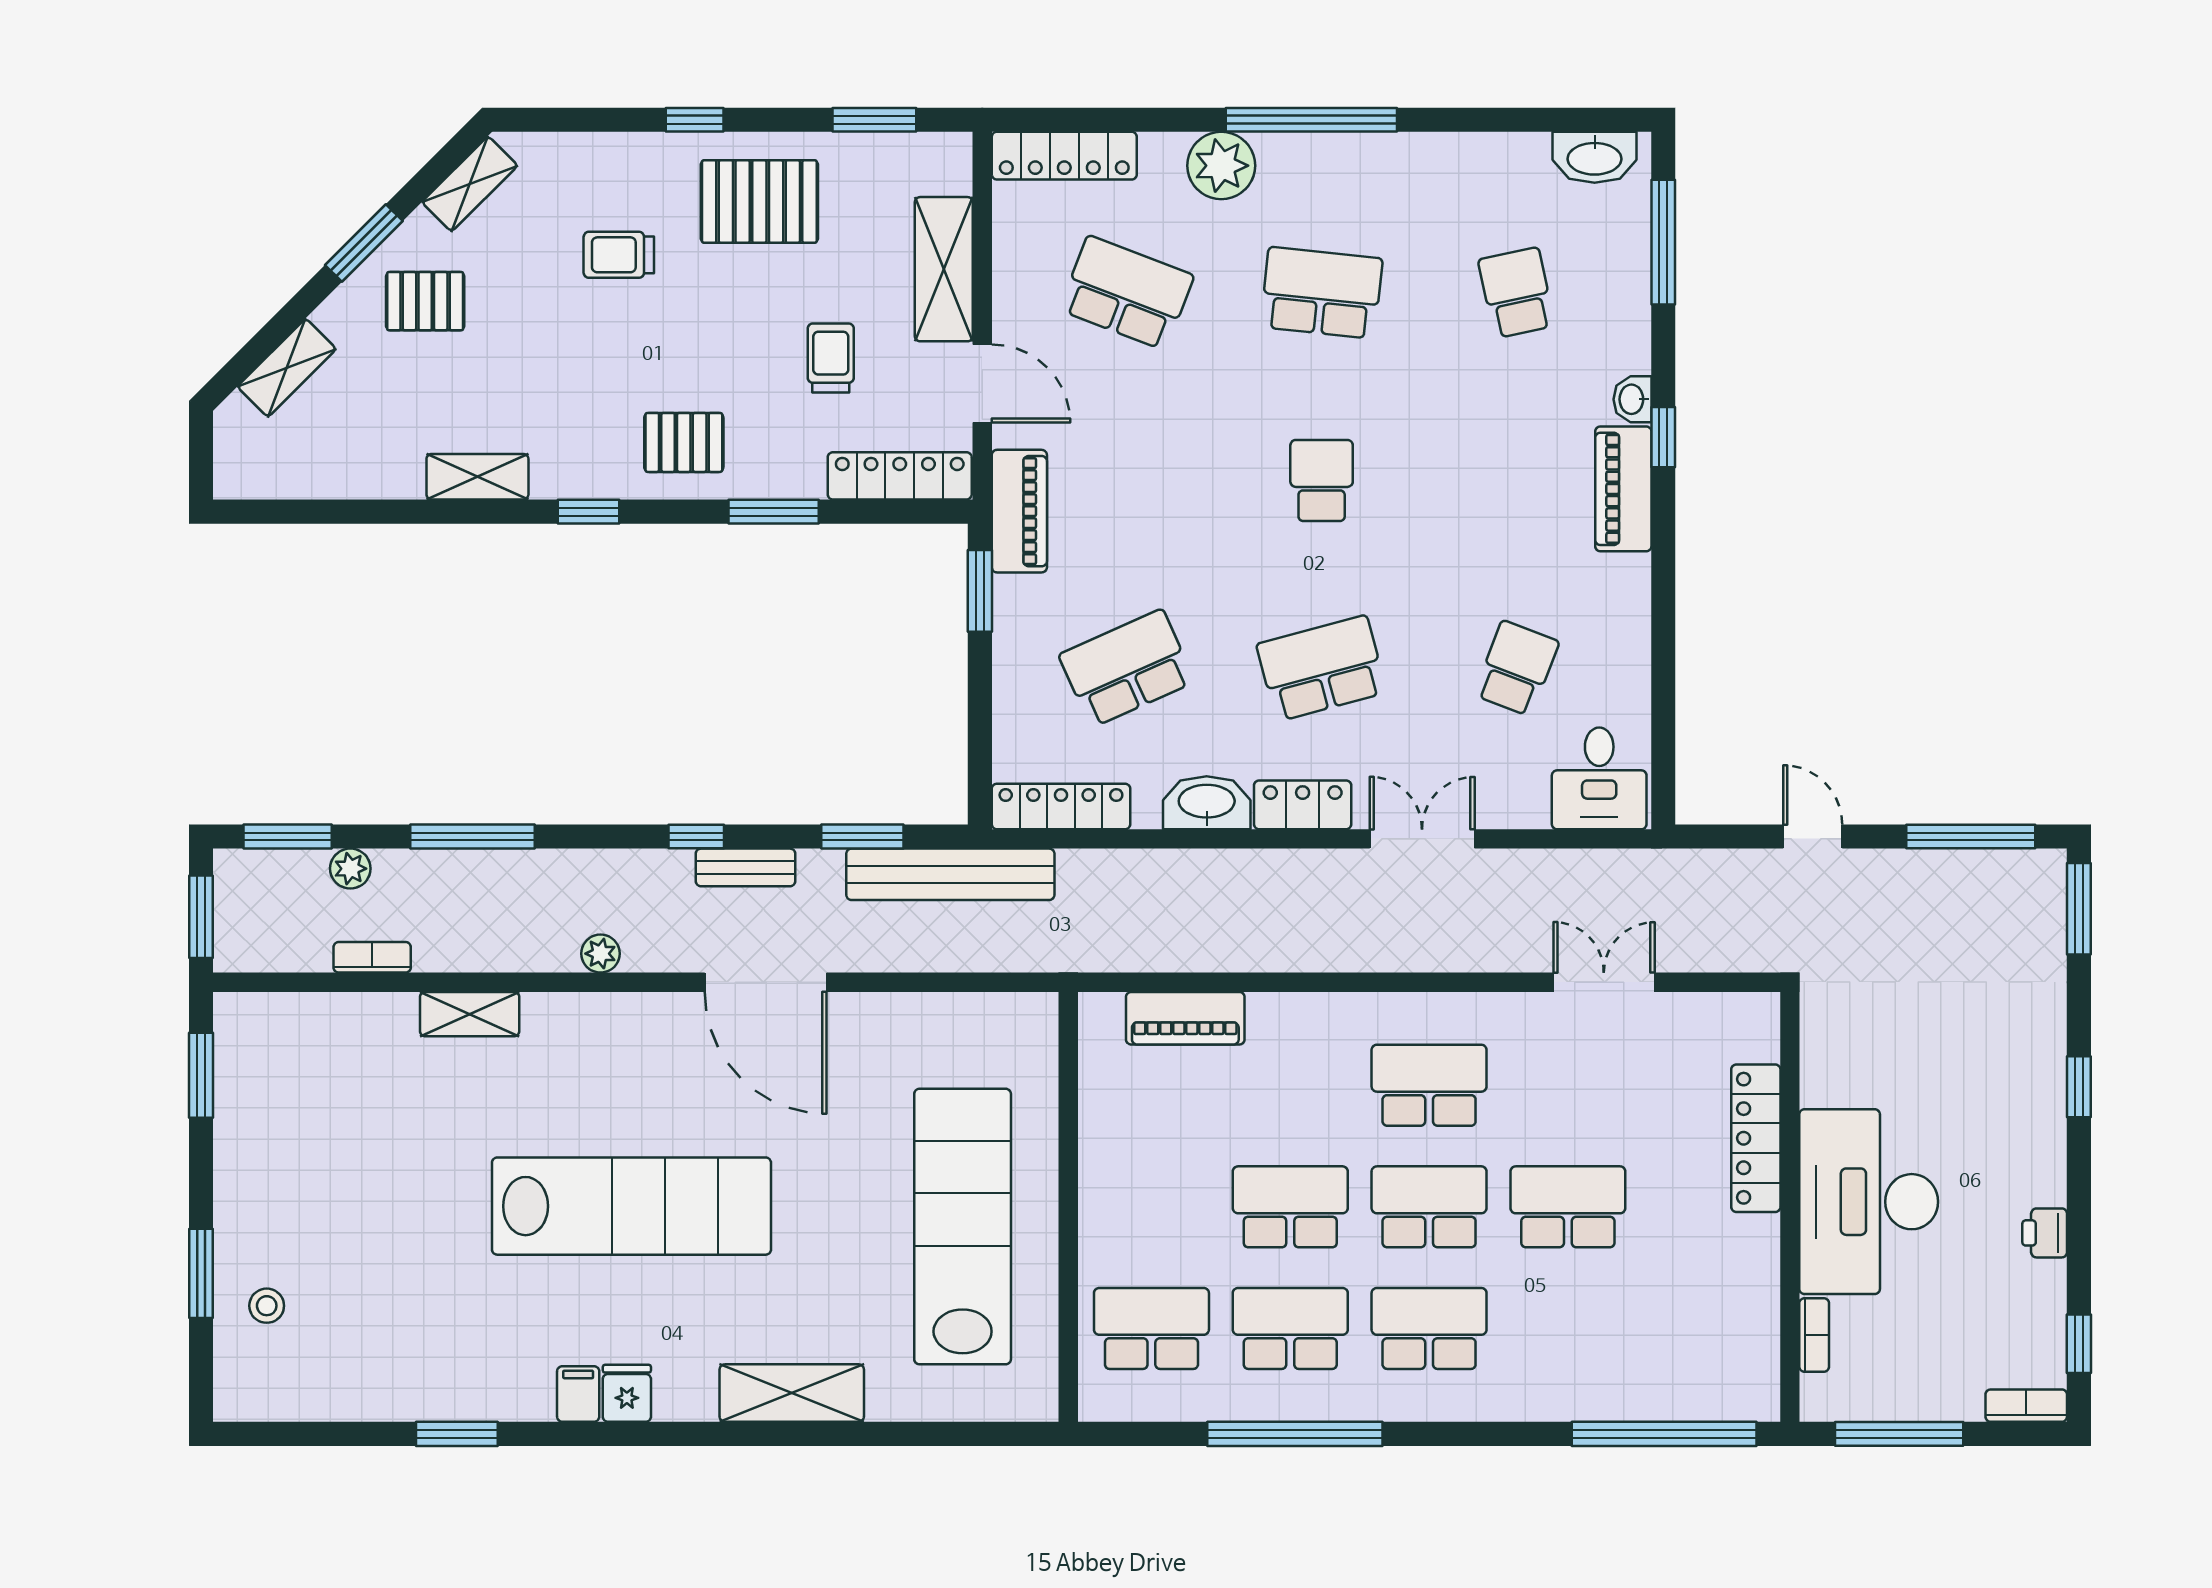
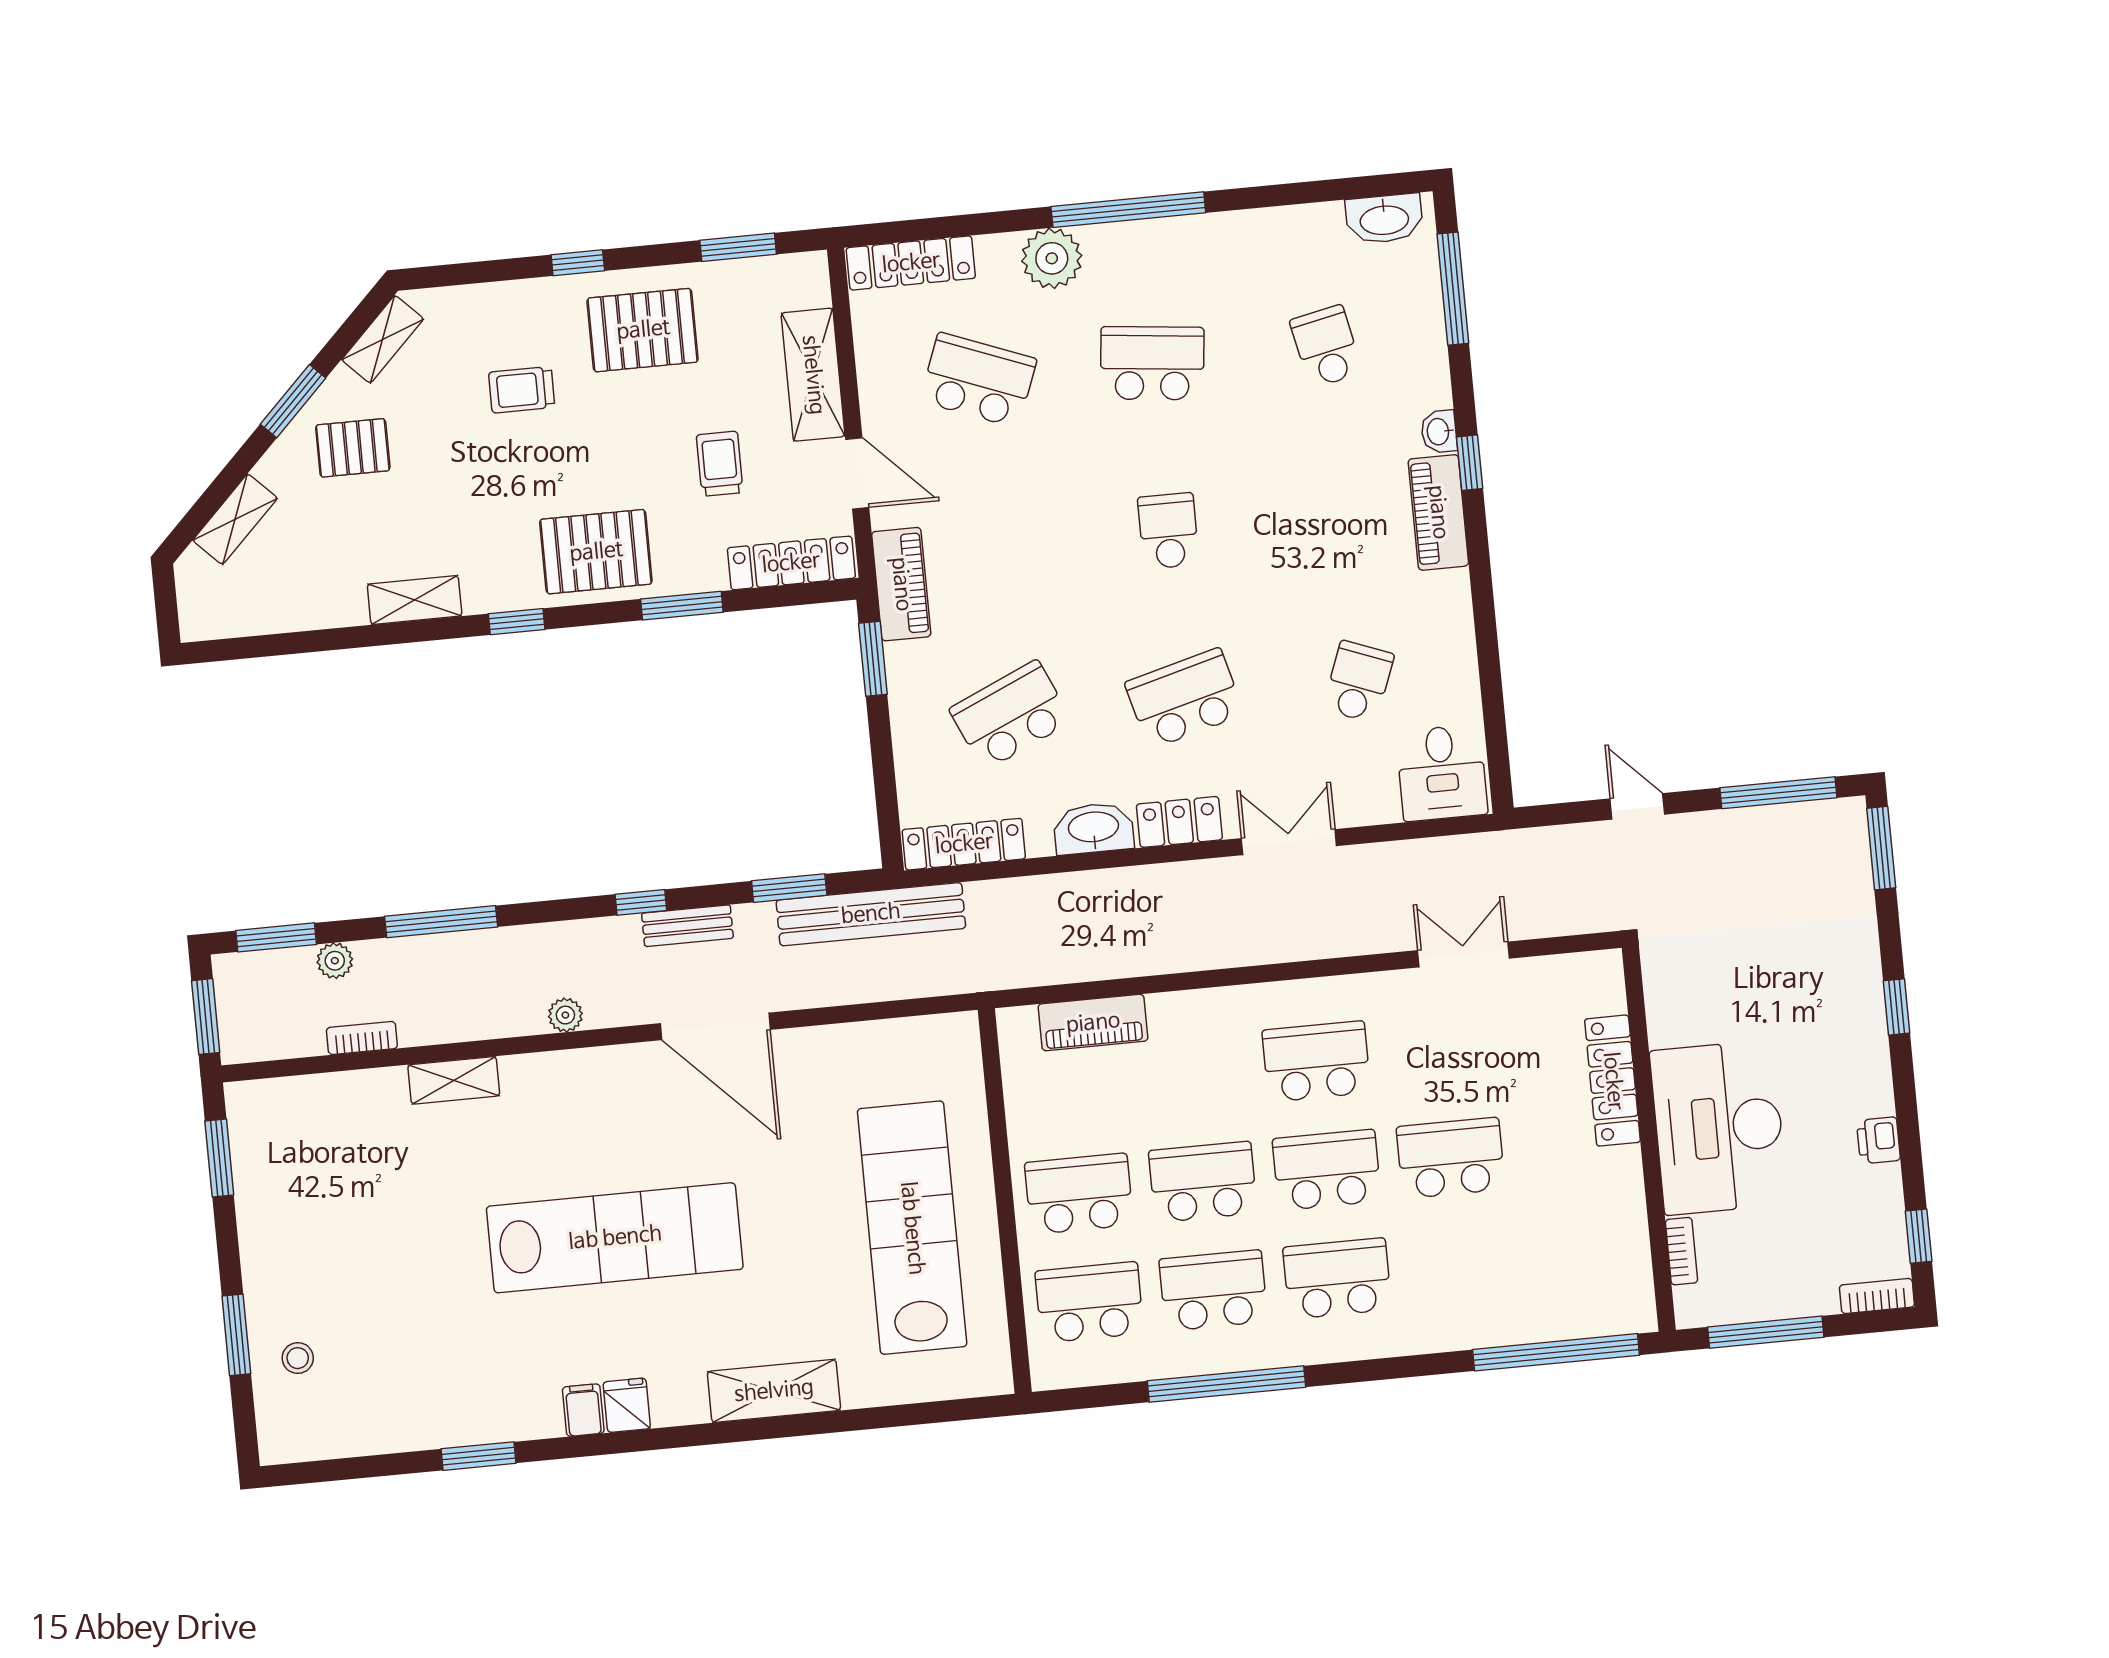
pallet: (684, 442) -> (596, 552), width x1.50, depth x1.42
school desk: (1151, 1207) -> (1079, 1194), added

